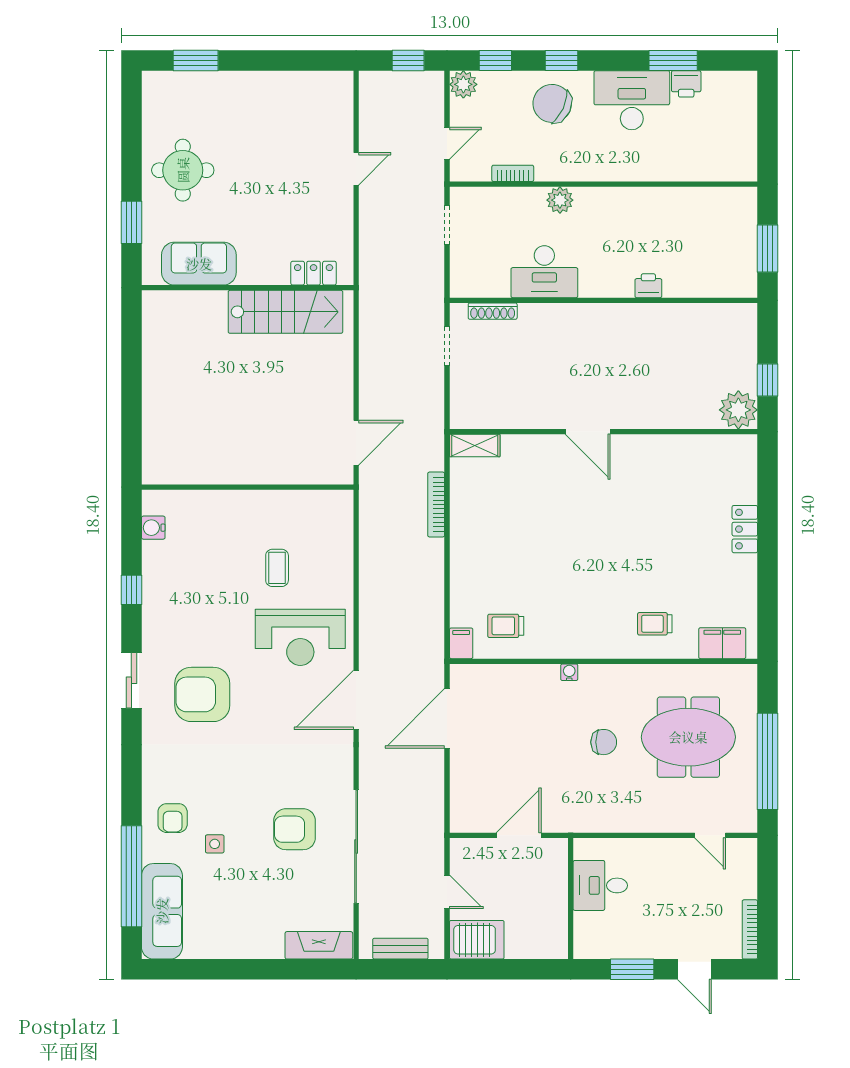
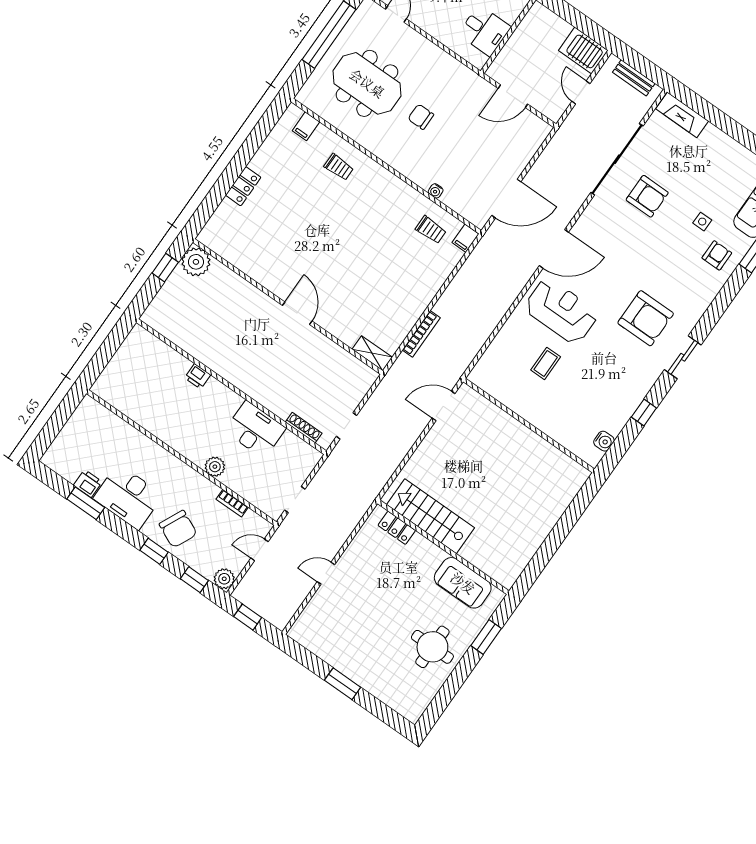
window: (196, 61) -> (343, 684), moved
window: (768, 248) -> (109, 348), removed
filing cabinet: (722, 643) -> (306, 126), width x0.50
water cooler: (569, 672) -> (436, 191), moved

